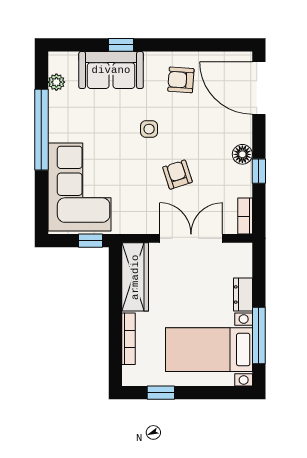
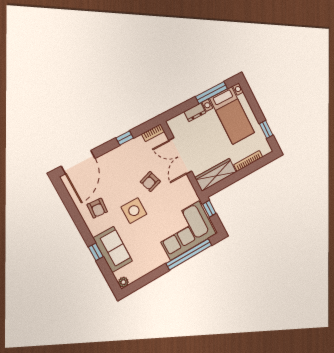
plant: (56, 82) -> (123, 282), moved
side table: (149, 129) -> (134, 211), width x1.87, depth x1.87
window: (41, 130) -> (189, 254), moved
floor lamp: (242, 154) -> (120, 152), removed

